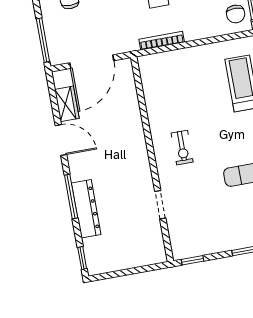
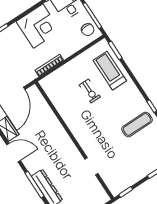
exercise bike: (182, 148) -> (90, 91), moved

